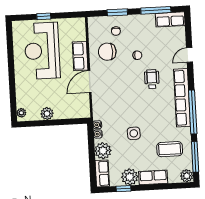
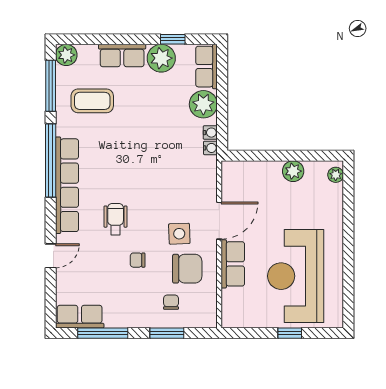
reception desk: (42, 51) -> (296, 276), turned 180
wheelchair: (152, 79) -> (116, 219), turned 180
side table: (134, 133) -> (179, 234), moved

